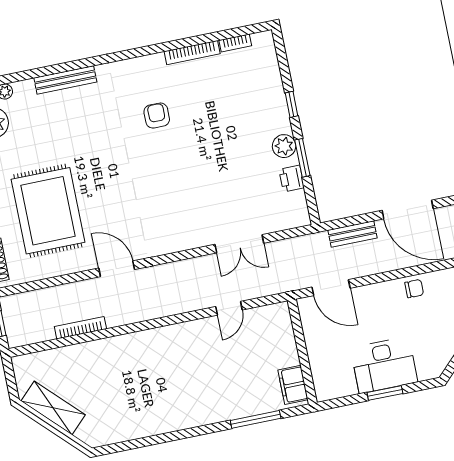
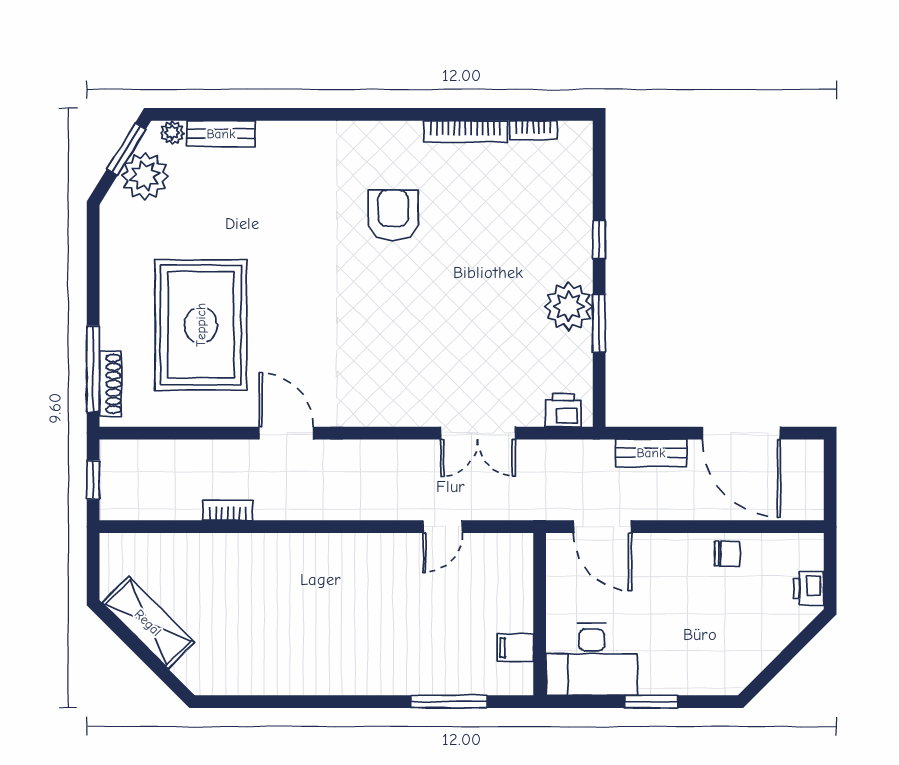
bench: (65, 80) -> (221, 134), moved, width x0.73
armchair: (157, 116) -> (393, 215), width x1.38, depth x1.38
plant: (284, 146) -> (569, 306), width x1.36, depth x1.36
printer: (292, 179) -> (563, 410), moved, turned 90
bookcase: (80, 328) -> (228, 511), width x0.64
desk: (384, 365) -> (592, 659), moved
filing cabinet: (293, 385) -> (515, 648), width x0.50

